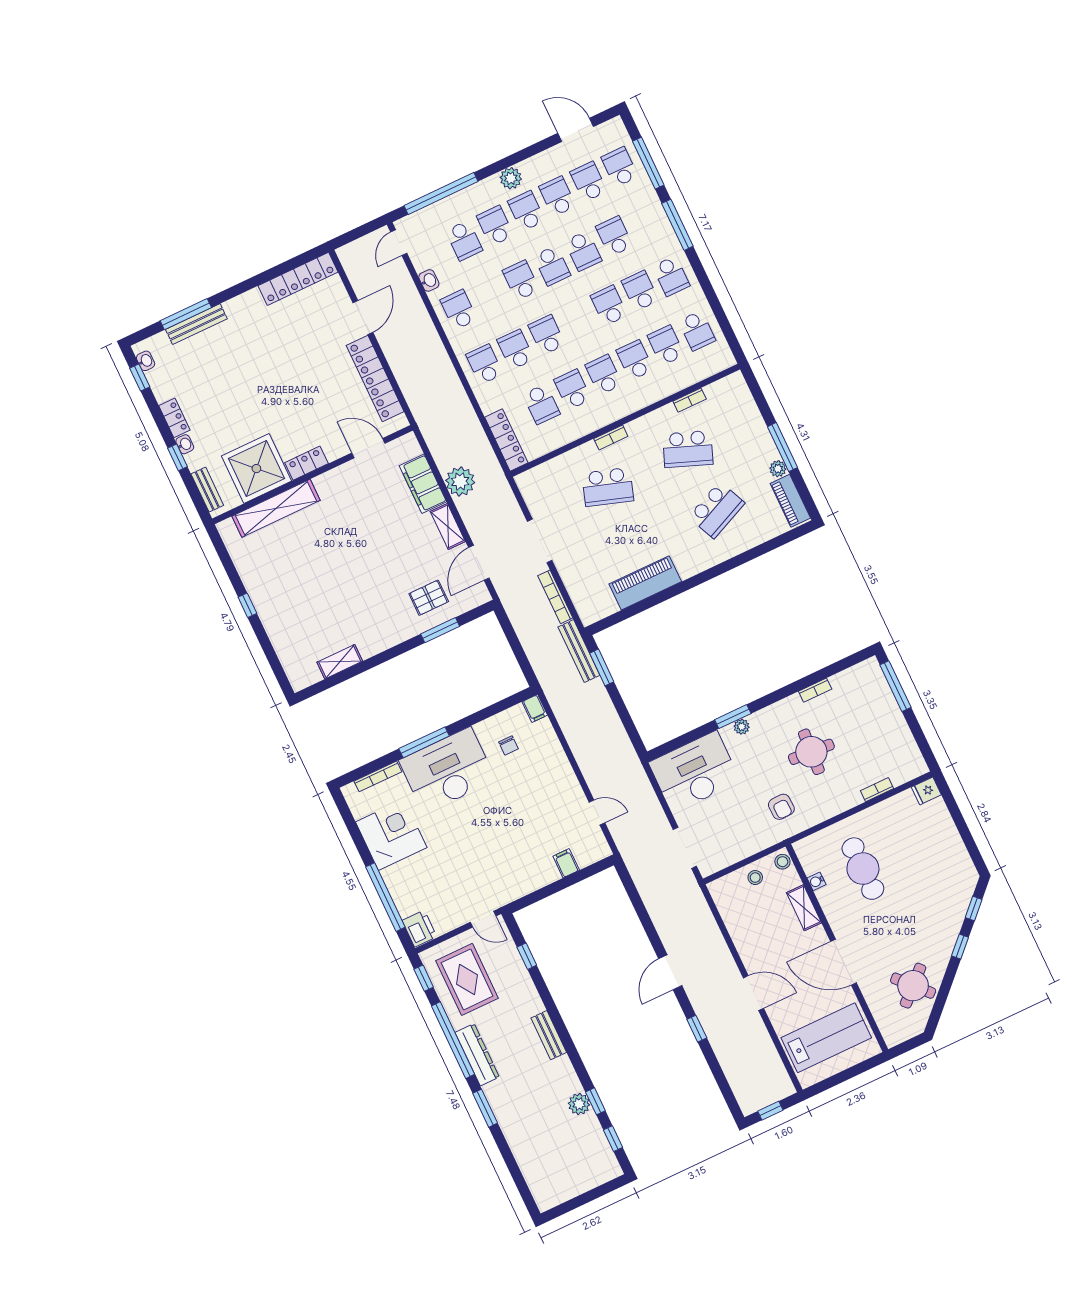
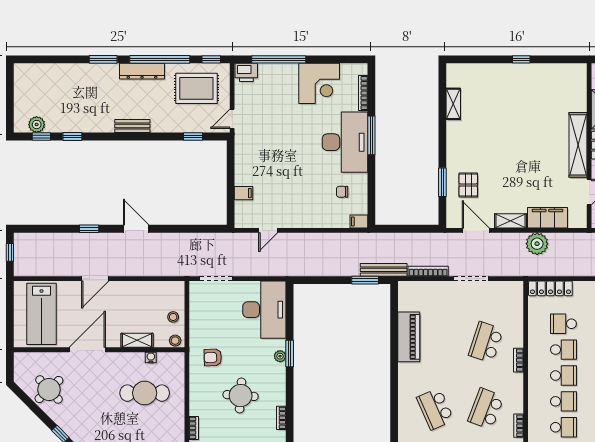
shelving: (276, 508) -> (578, 145), moved
plant: (579, 1104) -> (37, 125), moved

